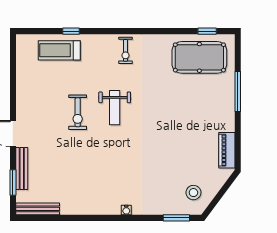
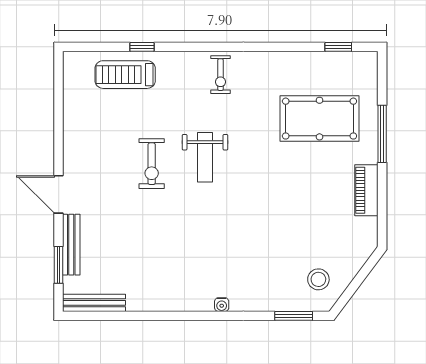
pool table: (199, 57) -> (319, 119), moved
piano: (227, 150) -> (366, 190), moved

